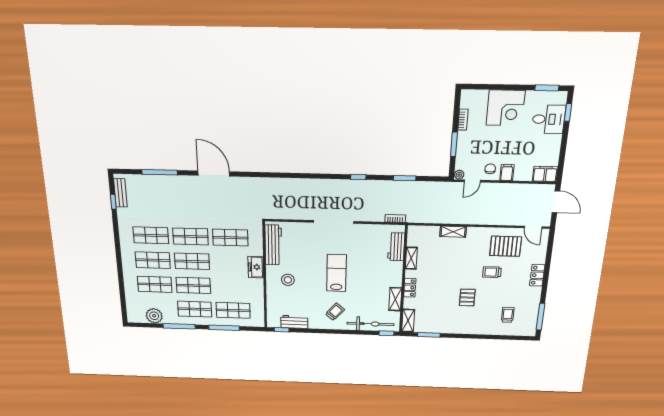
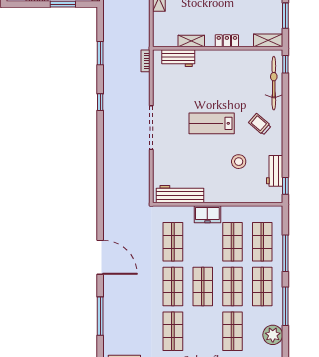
door: (214, 174) -> (100, 257), swing flipped
shop shelf: (153, 260) -> (232, 242), moved
stool: (288, 280) -> (239, 162), moved
shelving: (395, 299) -> (242, 56), removed

